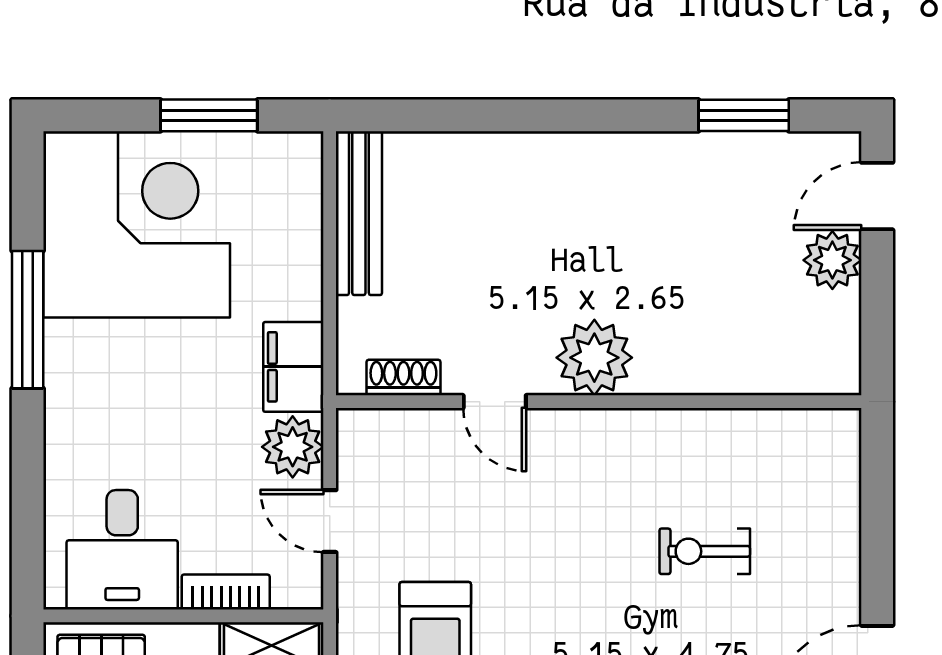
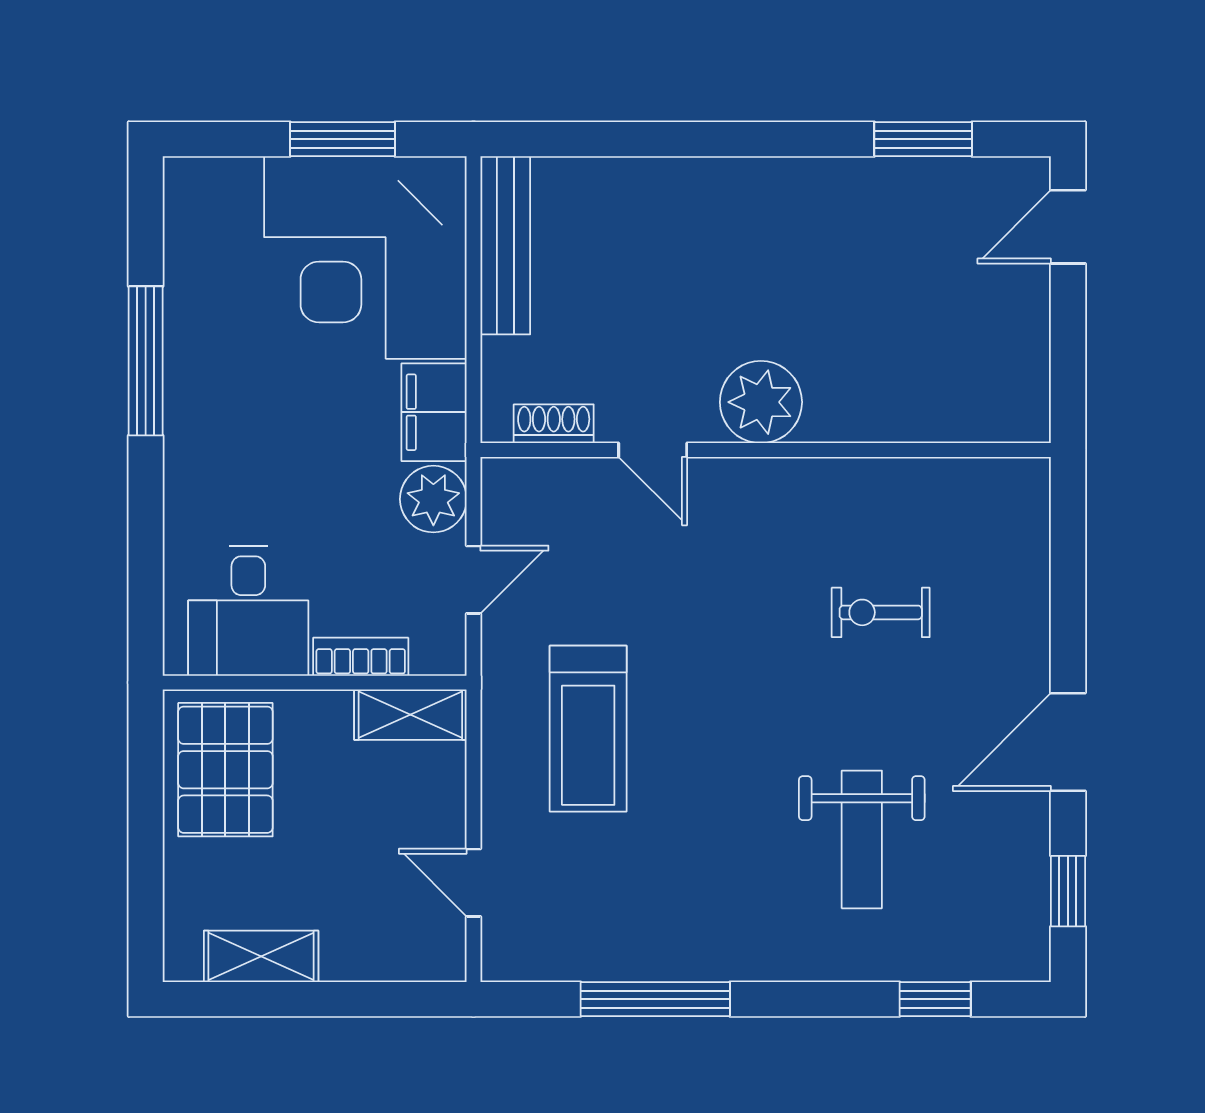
corner desk: (137, 224) -> (365, 257), moved, turned 180
plant: (832, 260) -> (1019, 296), removed
door: (330, 521) -> (473, 580), swing flipped

